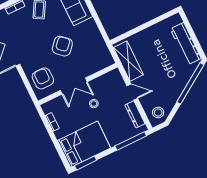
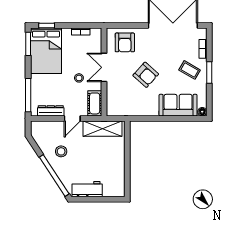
workbench: (186, 44) -> (87, 189), width x0.73
armchair: (43, 78) -> (125, 42), turned 90
cot: (109, 79) -> (95, 103), added
stool: (158, 112) -> (61, 151), moved
window: (61, 155) -> (47, 25), added

